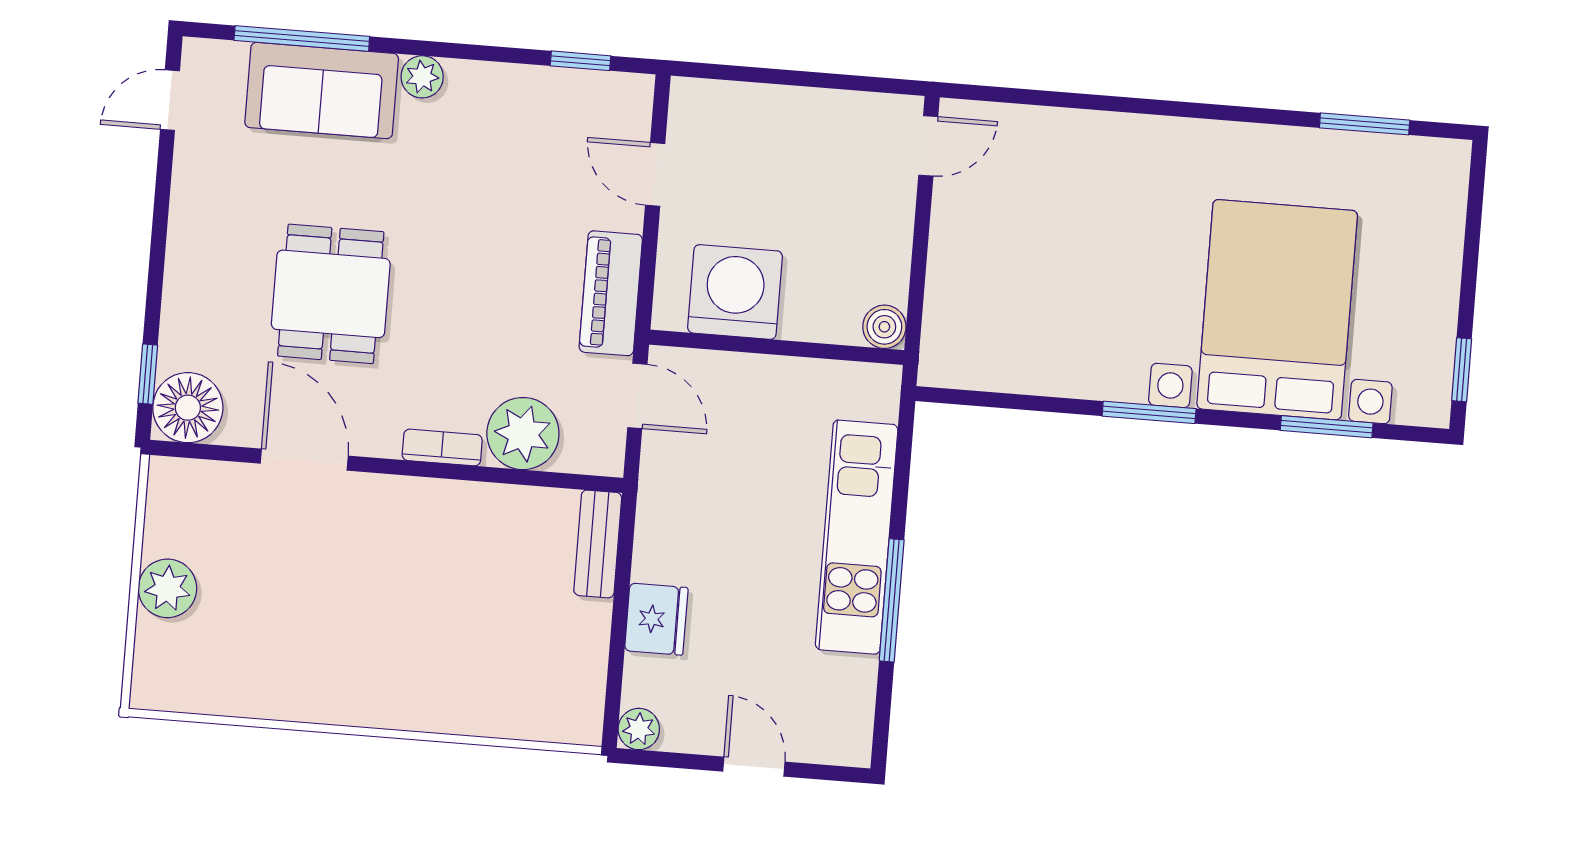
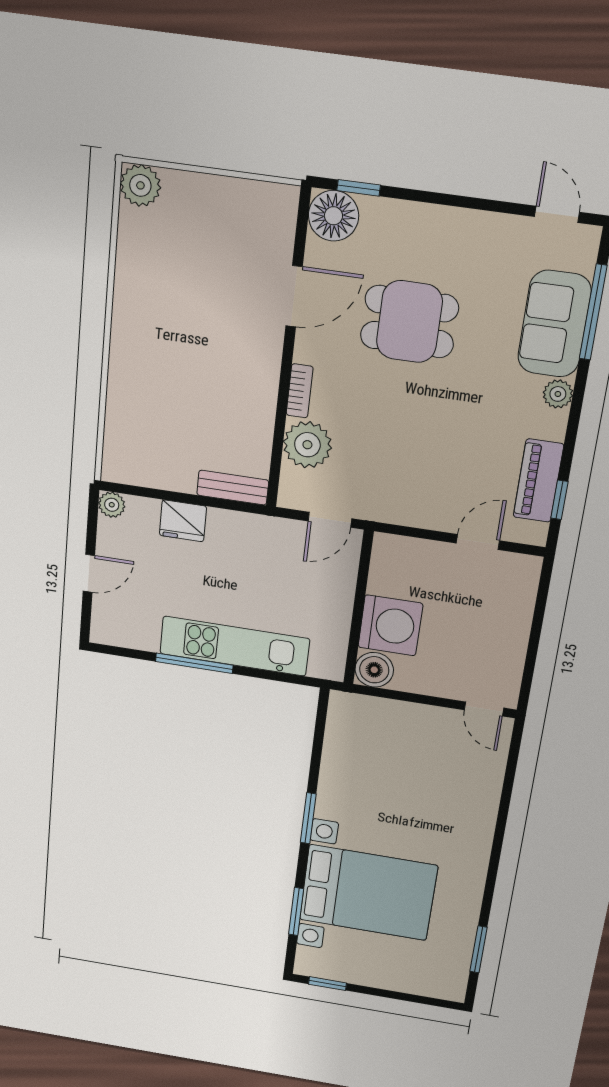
washing machine: (735, 292) -> (390, 625), moved
piano: (611, 293) -> (538, 481), moved, turned -90
boiler: (884, 327) -> (374, 670), width x1.36, depth x1.36
plant: (167, 588) -> (140, 185), moved

